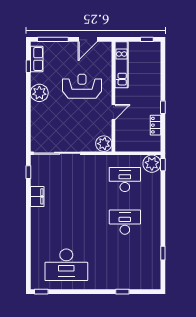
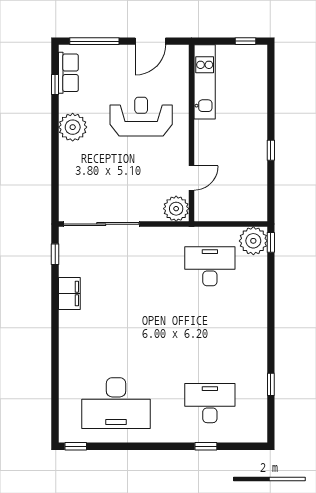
door: (113, 112) -> (192, 178), moved
locker: (155, 125) -> (259, 179), removed
desk: (125, 222) -> (210, 403), moved

